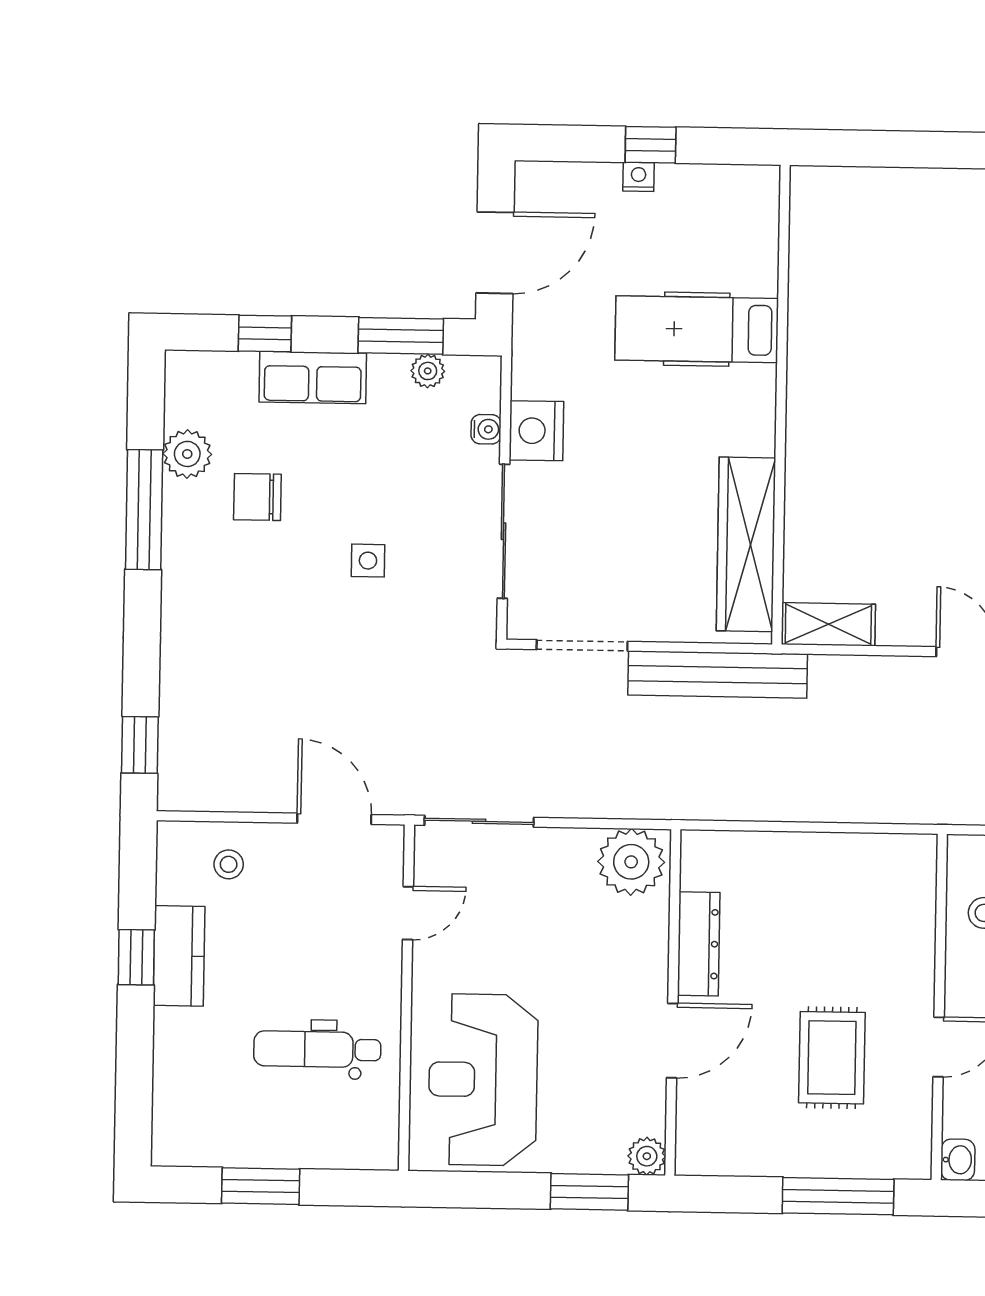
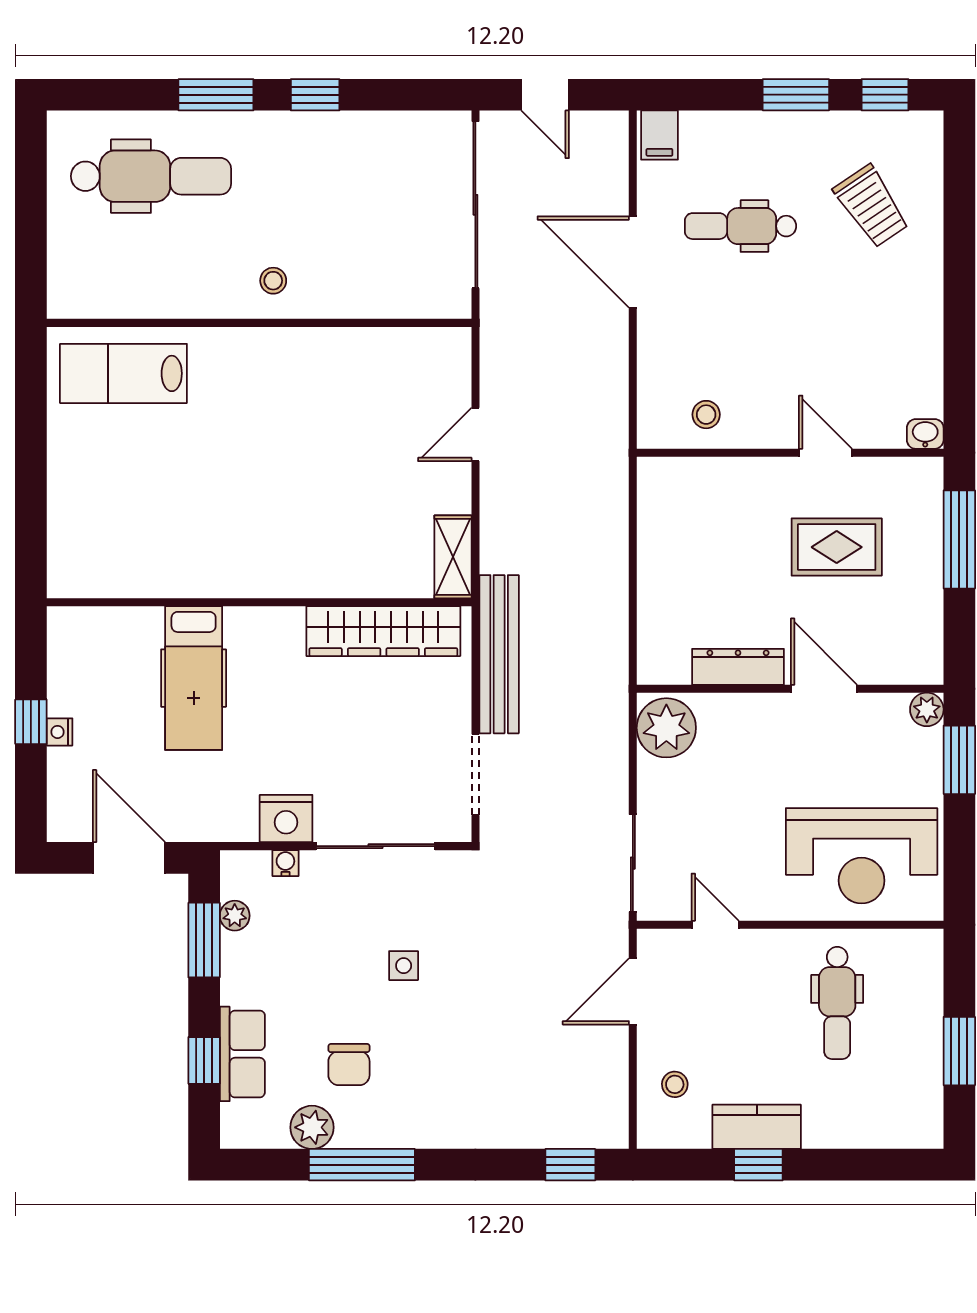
row of seats: (313, 378) -> (242, 1054), moved

